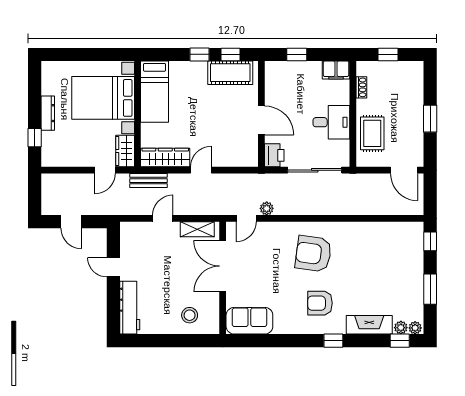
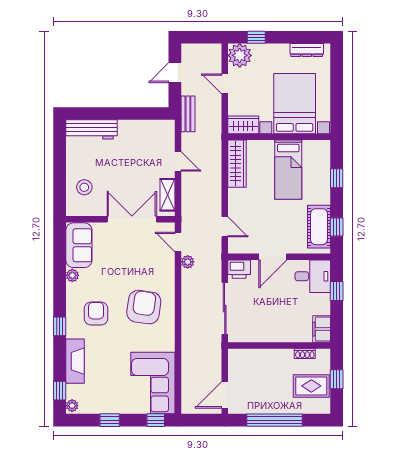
window: (200, 54) -> (337, 178), moved
bed: (155, 92) -> (288, 170), moved, turned -90
dresser: (48, 113) -> (307, 50), moved
window: (430, 119) -> (275, 420), width x2.11
desk: (331, 122) -> (313, 276), moved, turned -90
rug: (372, 133) -> (311, 386), moved
plant: (53, 155) -> (240, 55), added
door: (105, 170) -> (225, 84), moved
door: (201, 170) -> (225, 227), moved
bench: (149, 181) -> (188, 114), moved
corner sofa: (392, 244) -> (153, 383), added
door: (113, 267) -> (131, 114), removed
window: (430, 289) -> (110, 420), width x0.67
plant: (401, 328) -> (72, 275), moved

